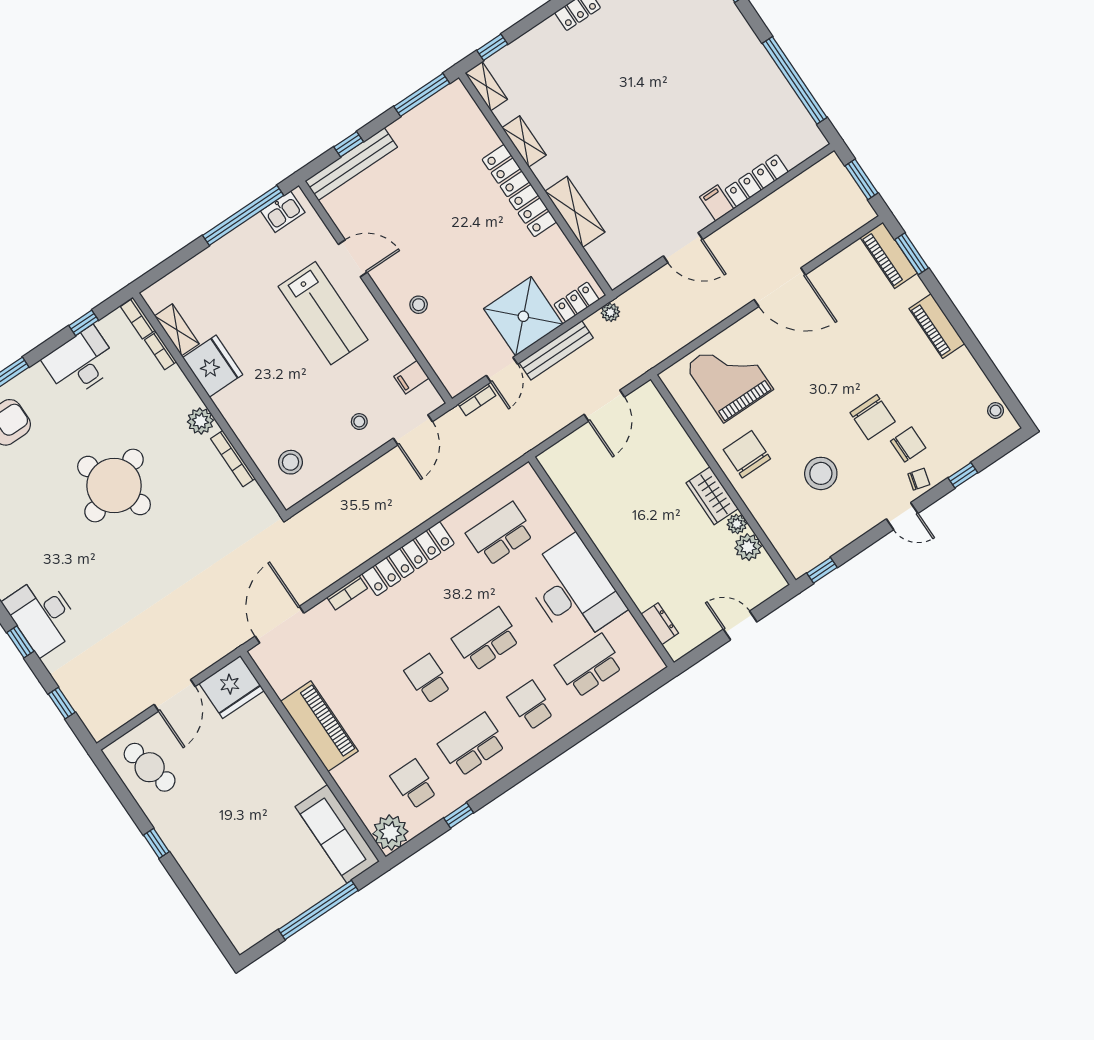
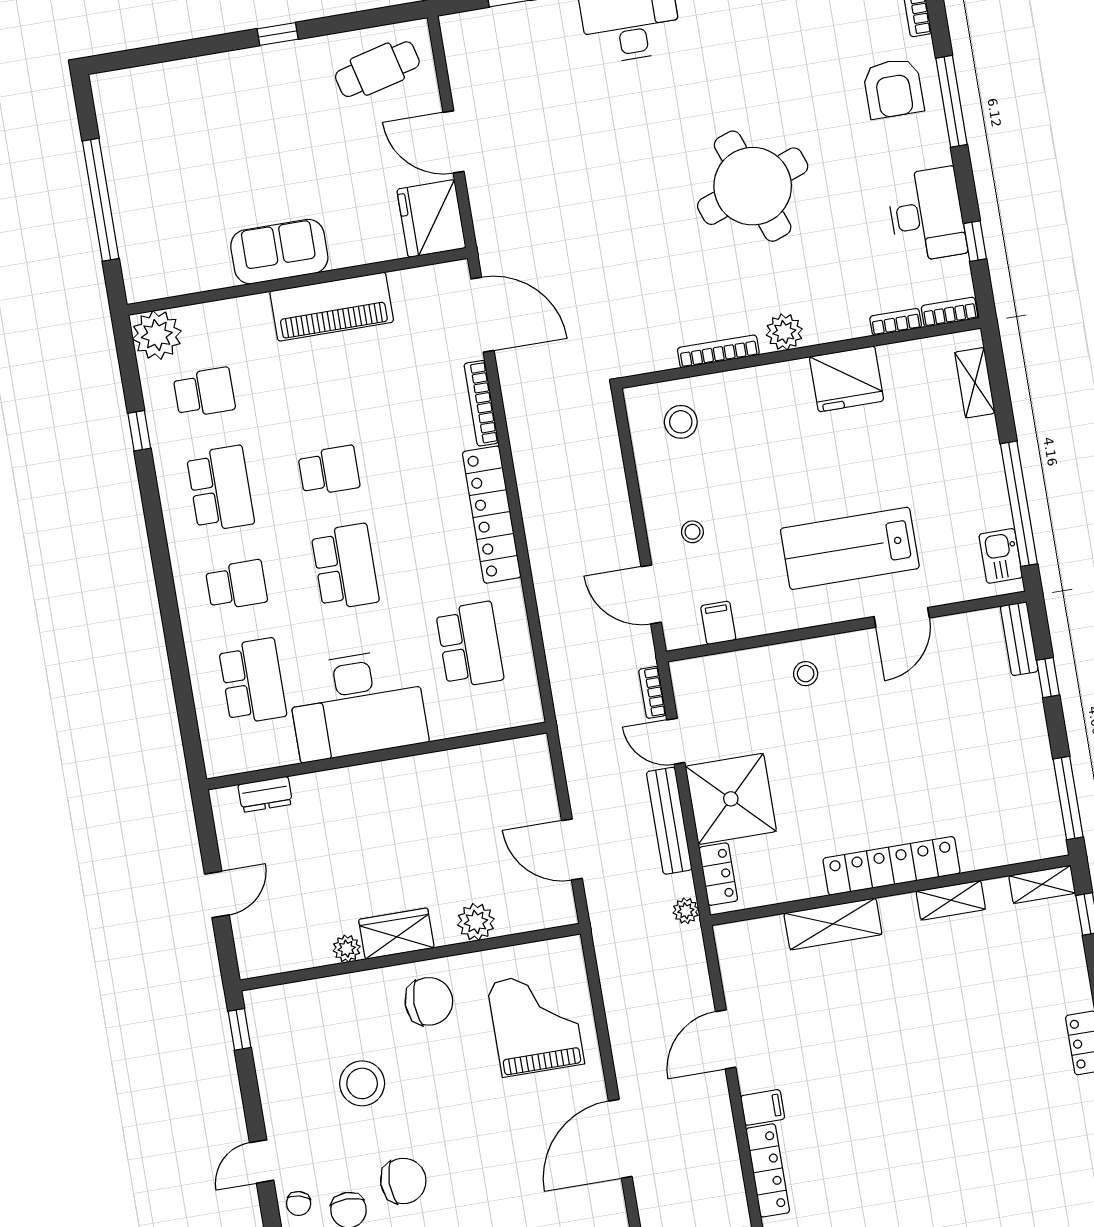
bench: (351, 164) -> (1019, 639), width x0.54, depth x0.82
shelving: (177, 330) -> (975, 383), moved, turned 90
grand piano: (729, 377) -> (536, 1023), turned -90
chair: (873, 417) -> (403, 1181), turned 180
plant: (748, 547) -> (476, 922), moved
bookcase: (347, 593) -> (481, 403), width x1.56
sofa: (337, 834) -> (279, 252), moved, width x0.73

